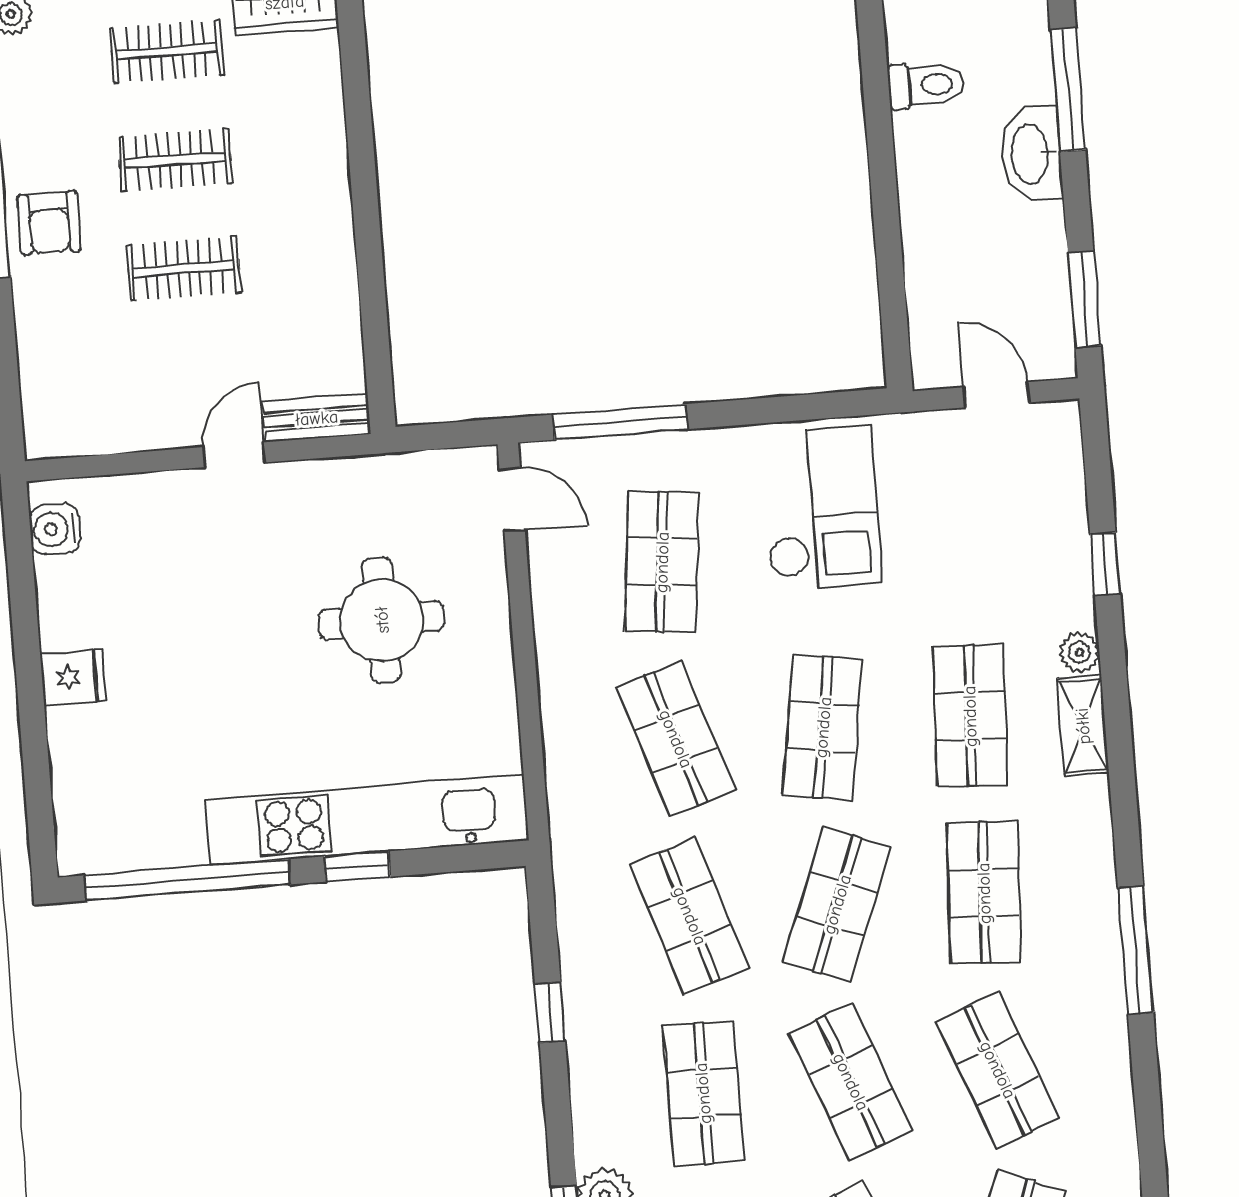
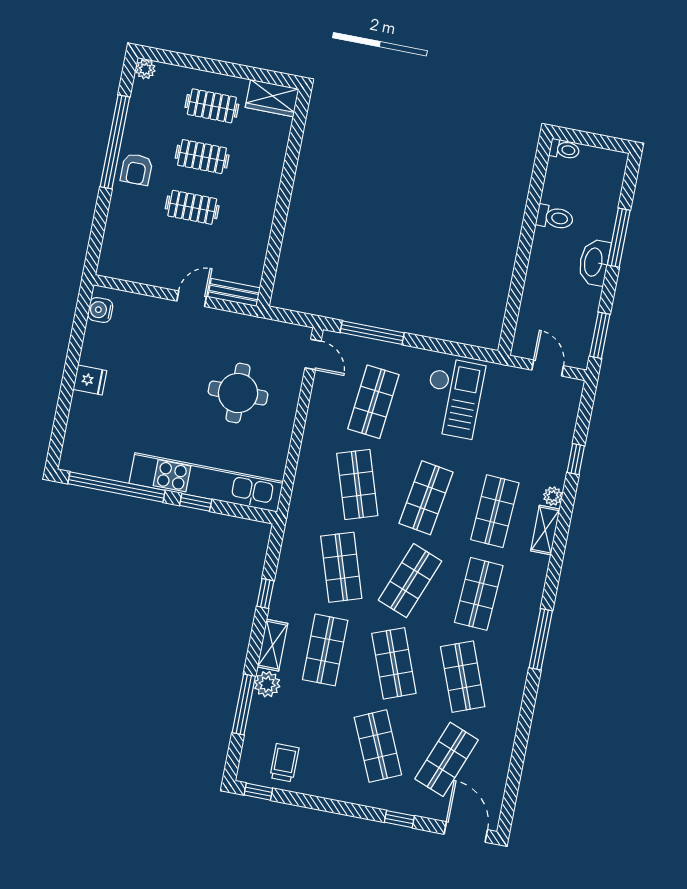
shelving: (594, 1113) -> (272, 645), added

